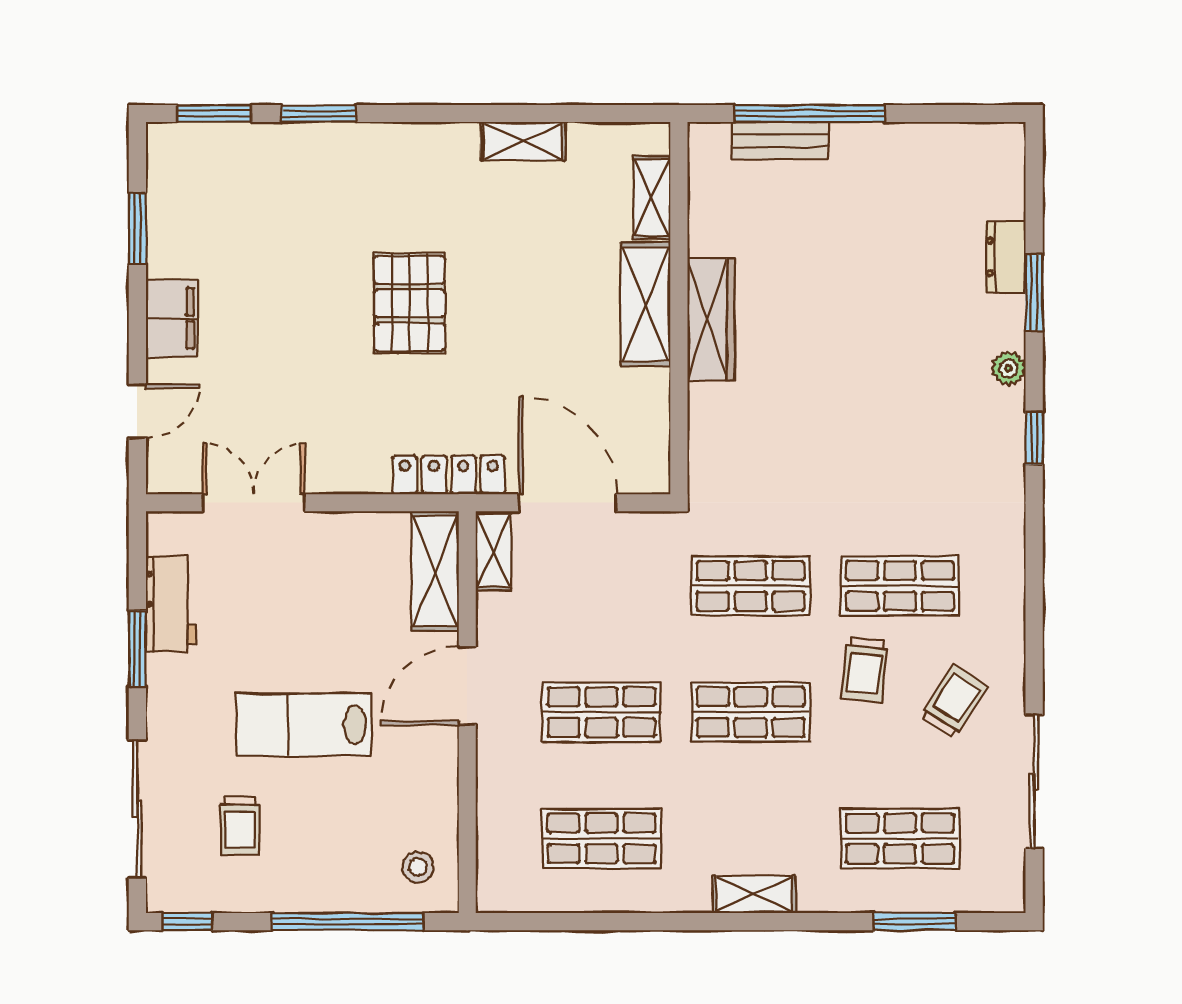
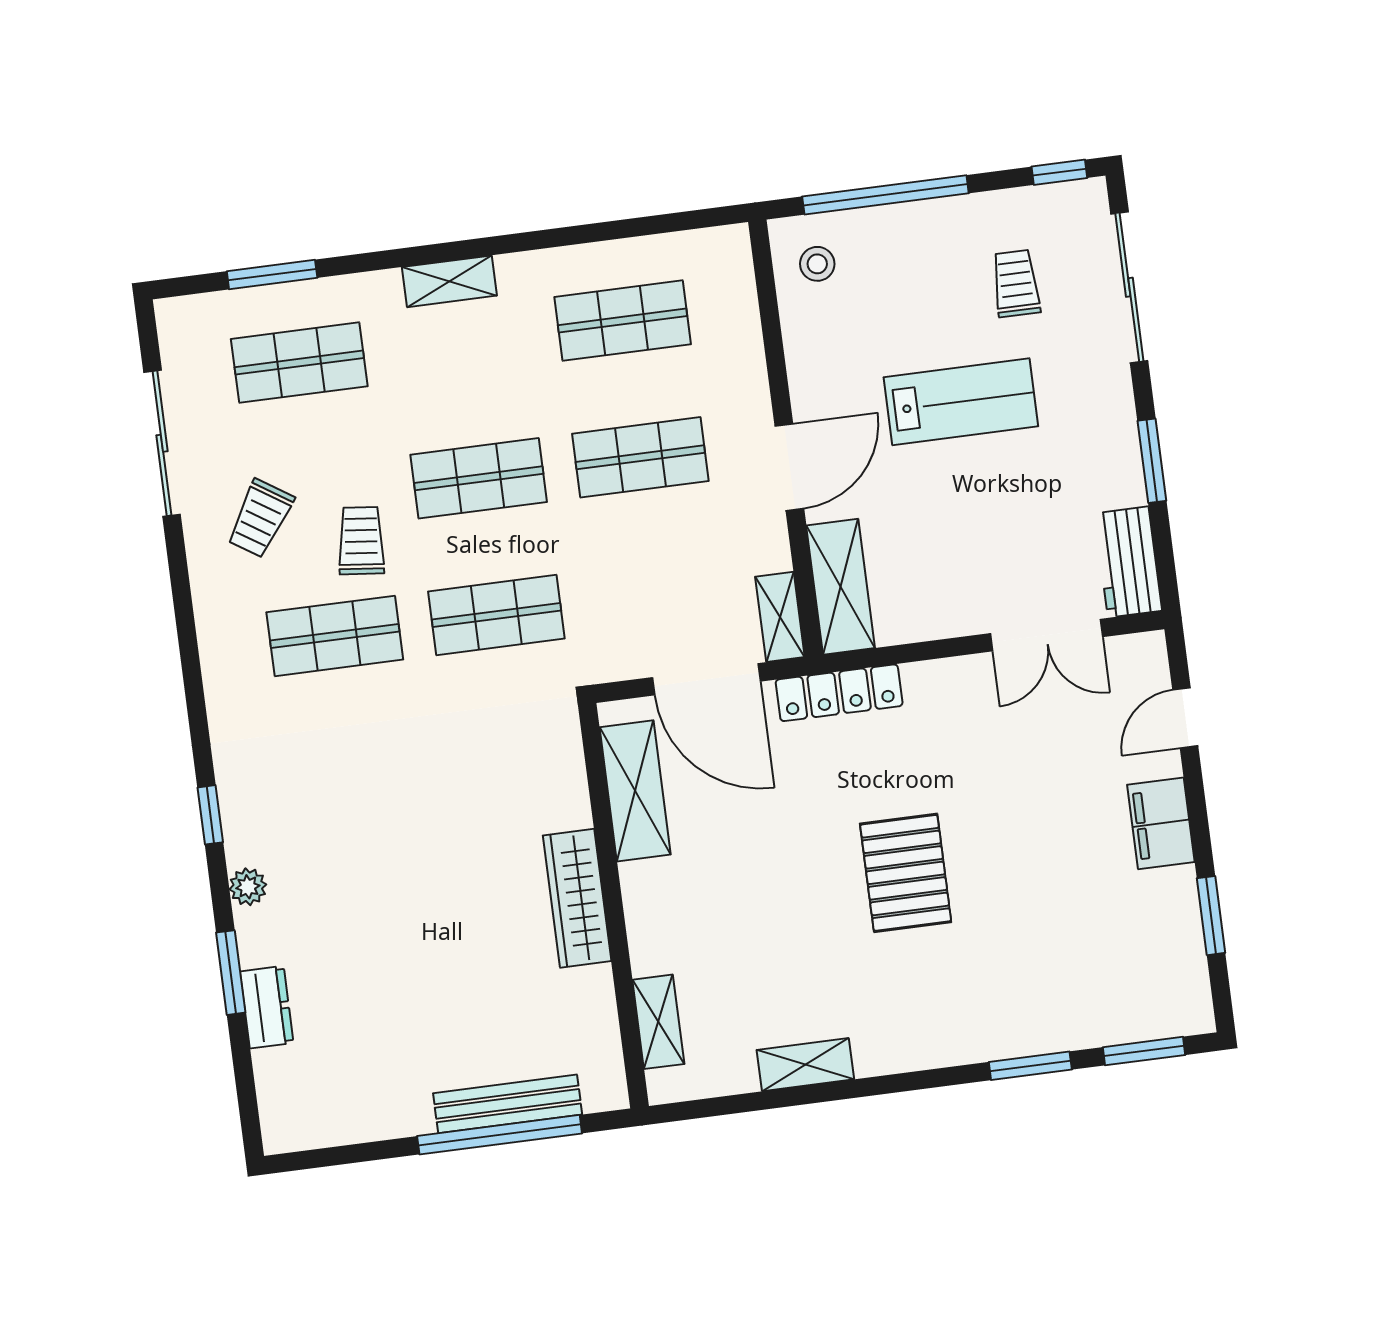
bench: (780, 141) -> (508, 1104), width x1.36
shelving: (646, 304) -> (635, 791), moved
workbench: (171, 604) -> (1128, 562), moved

